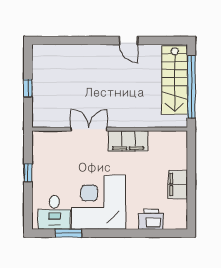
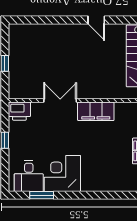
corner desk: (98, 202) -> (62, 174), width x0.74, depth x0.74
printer: (151, 219) -> (19, 111), moved, turned 180

